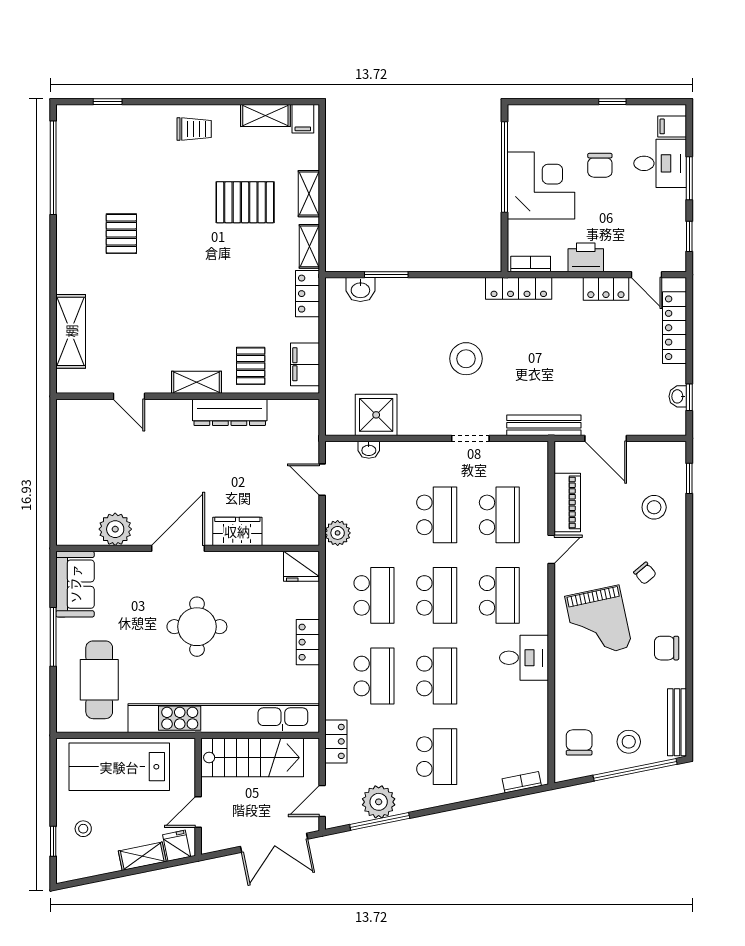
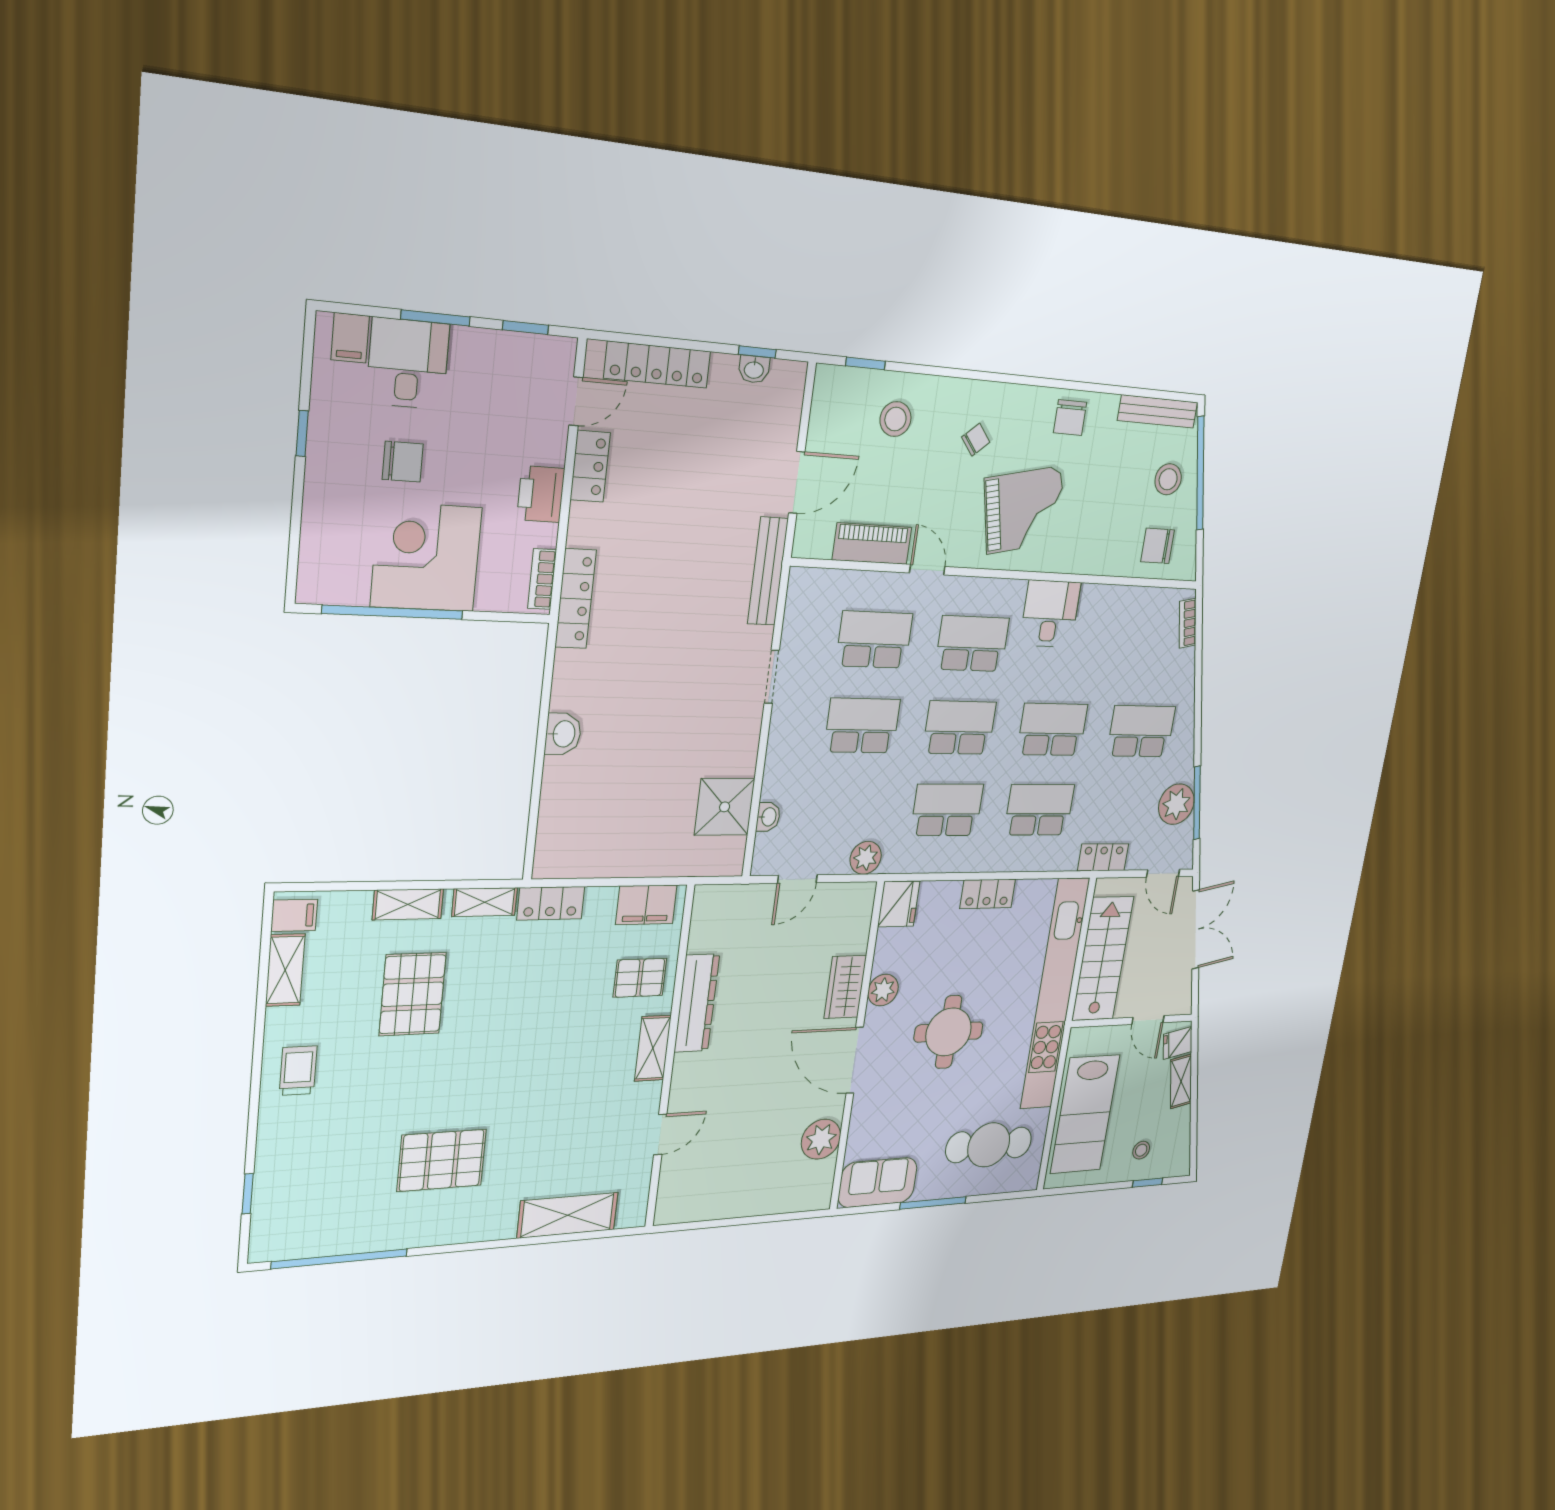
pallet: (121, 234) -> (442, 1160), width x1.50, depth x1.42
window: (386, 275) -> (536, 792), removed
washbasin: (360, 290) -> (563, 734), moved
stool: (466, 359) -> (665, 680), removed
plant: (234, 564) -> (883, 990), added

